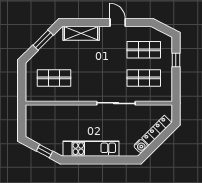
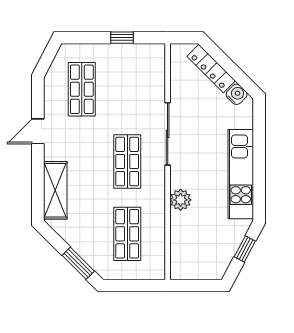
window: (43, 40) -> (78, 263), moved
window: (176, 60) -> (122, 38), moved
shop shelf: (144, 78) -> (127, 162), moved
plant: (75, 111) -> (181, 200), added

